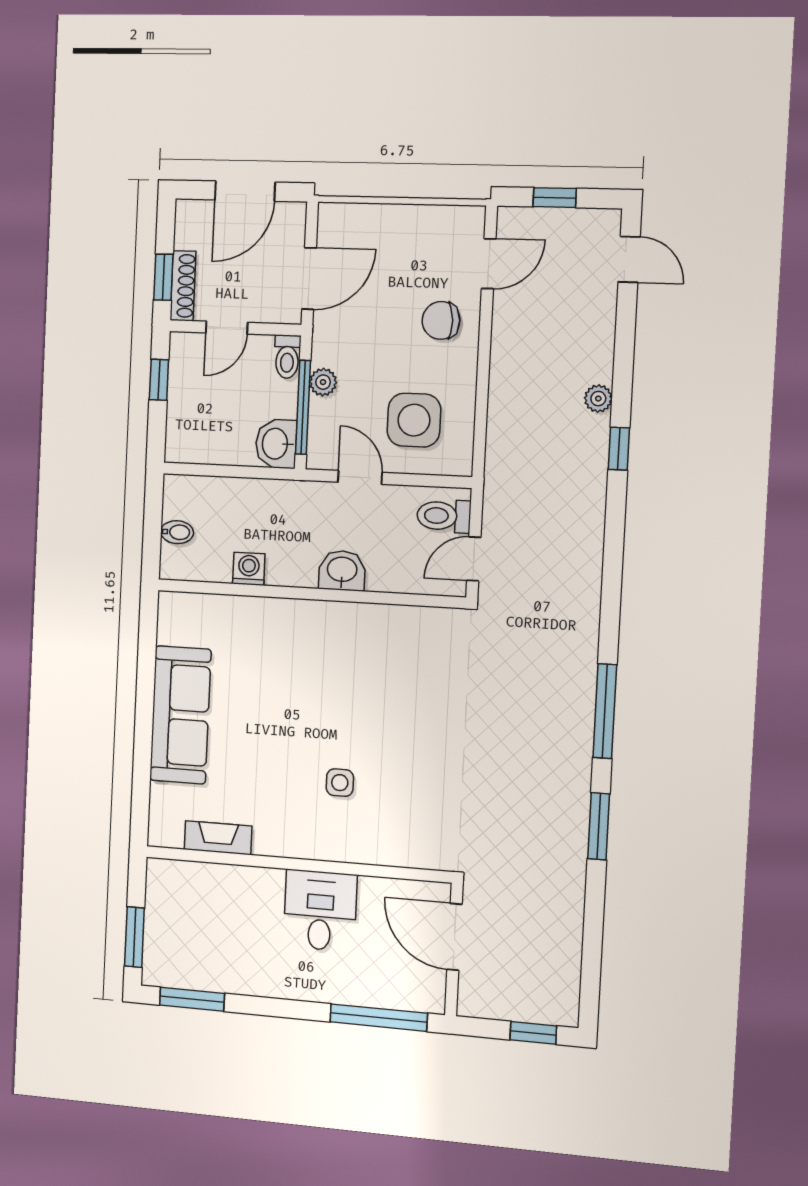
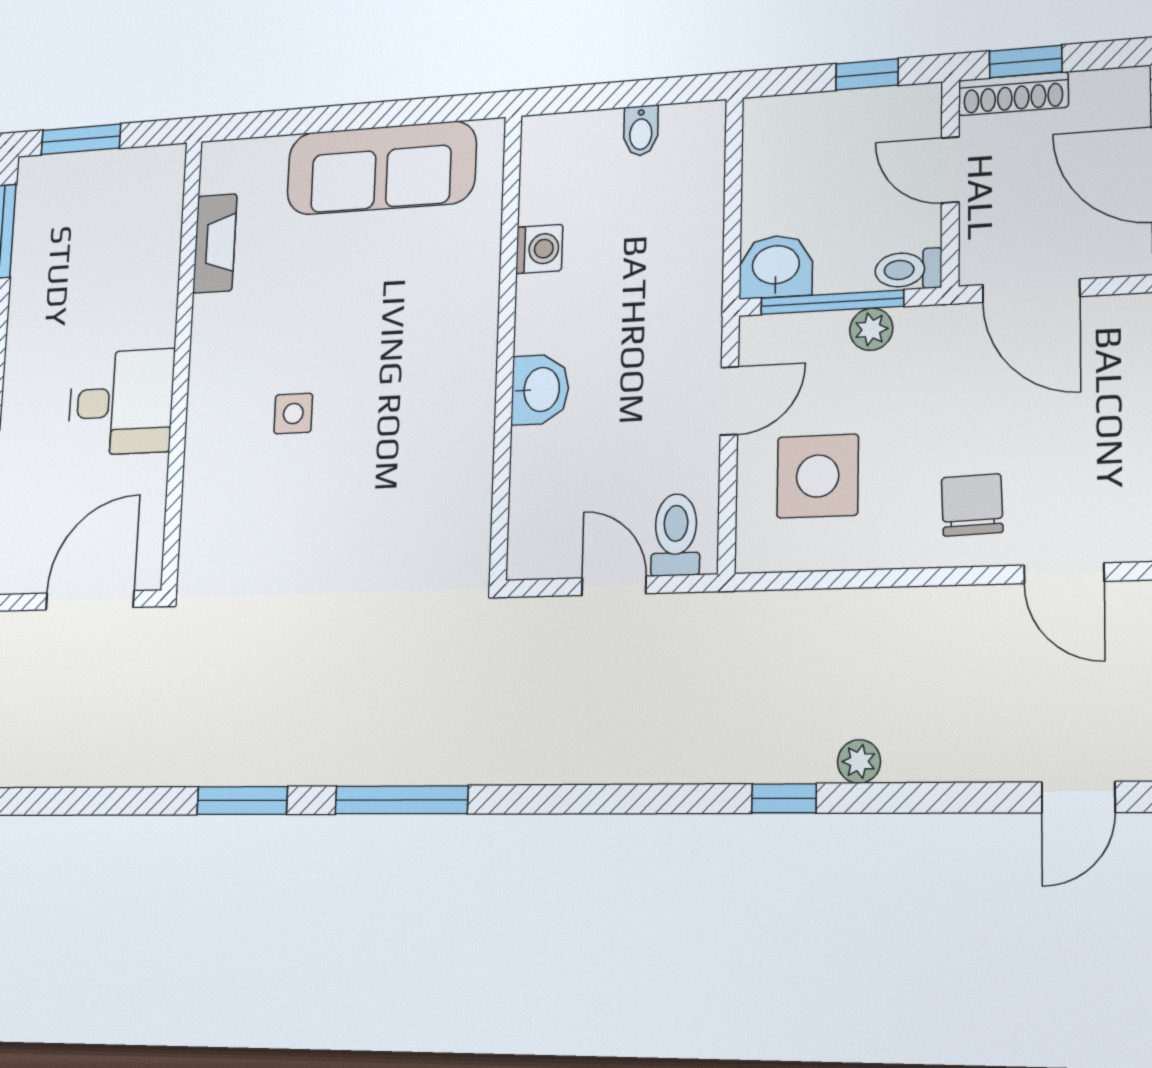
washing machine: (249, 569) -> (539, 249), moved
washbasin: (342, 570) -> (540, 390), moved
wall: (310, 594) -> (506, 345), moved

